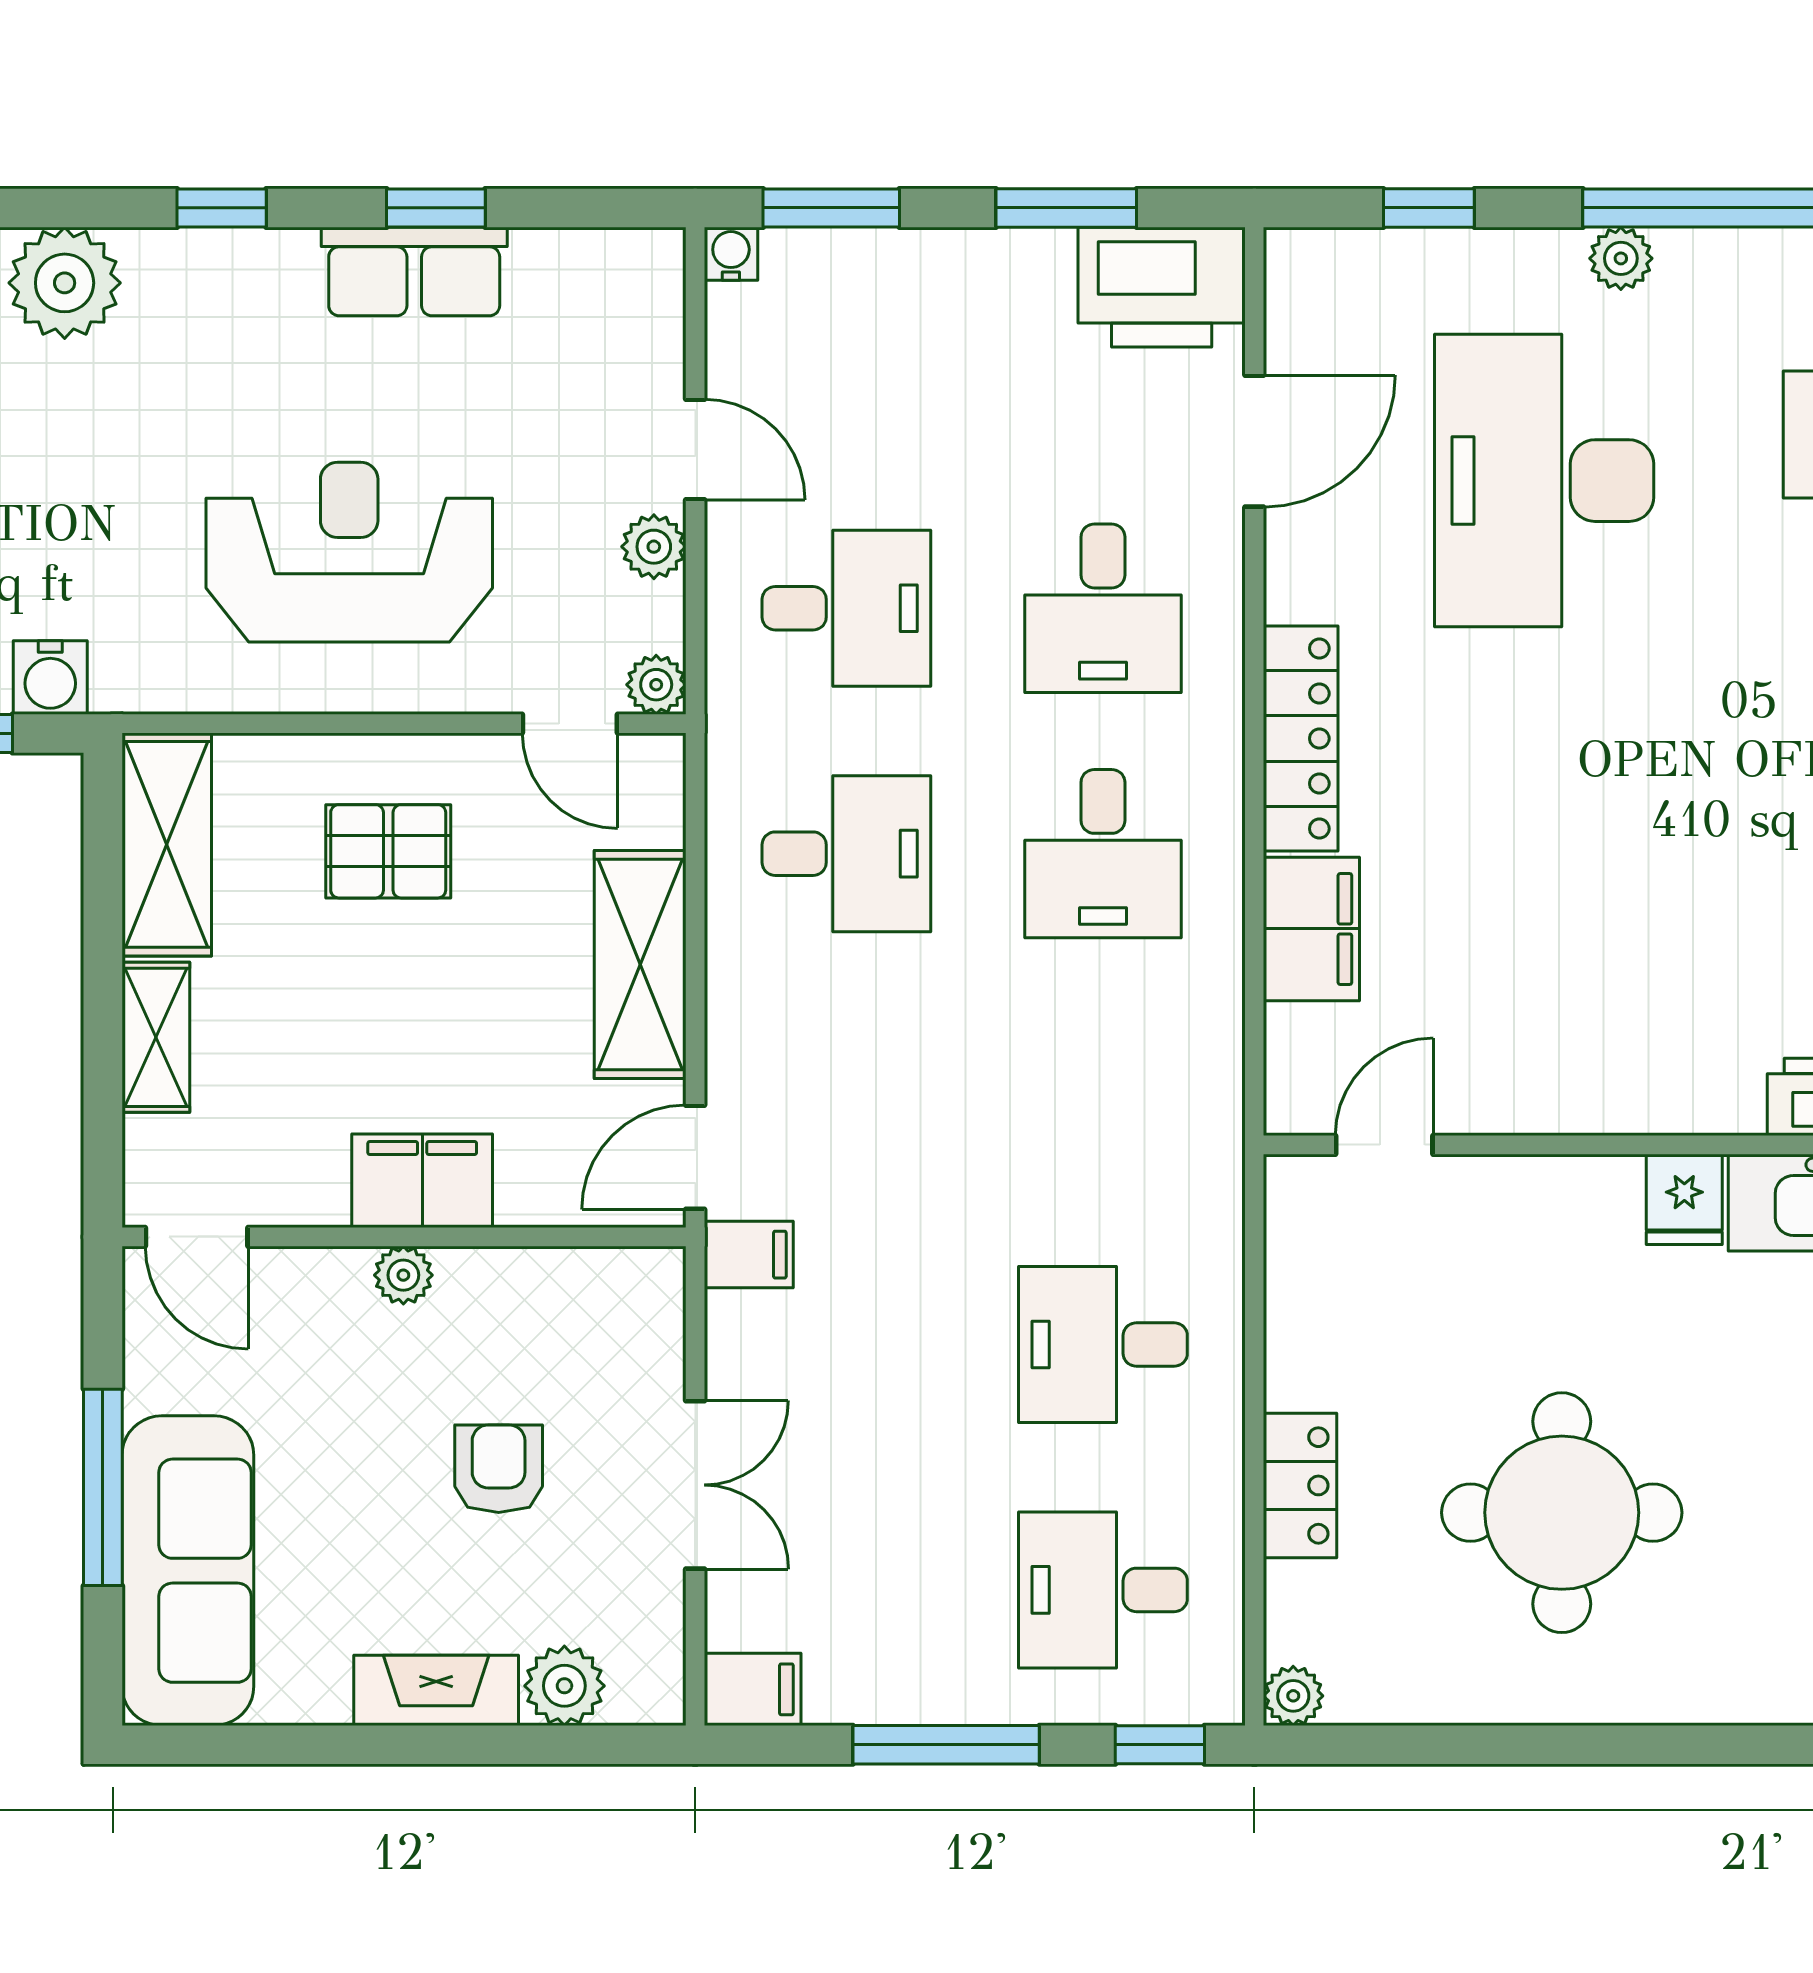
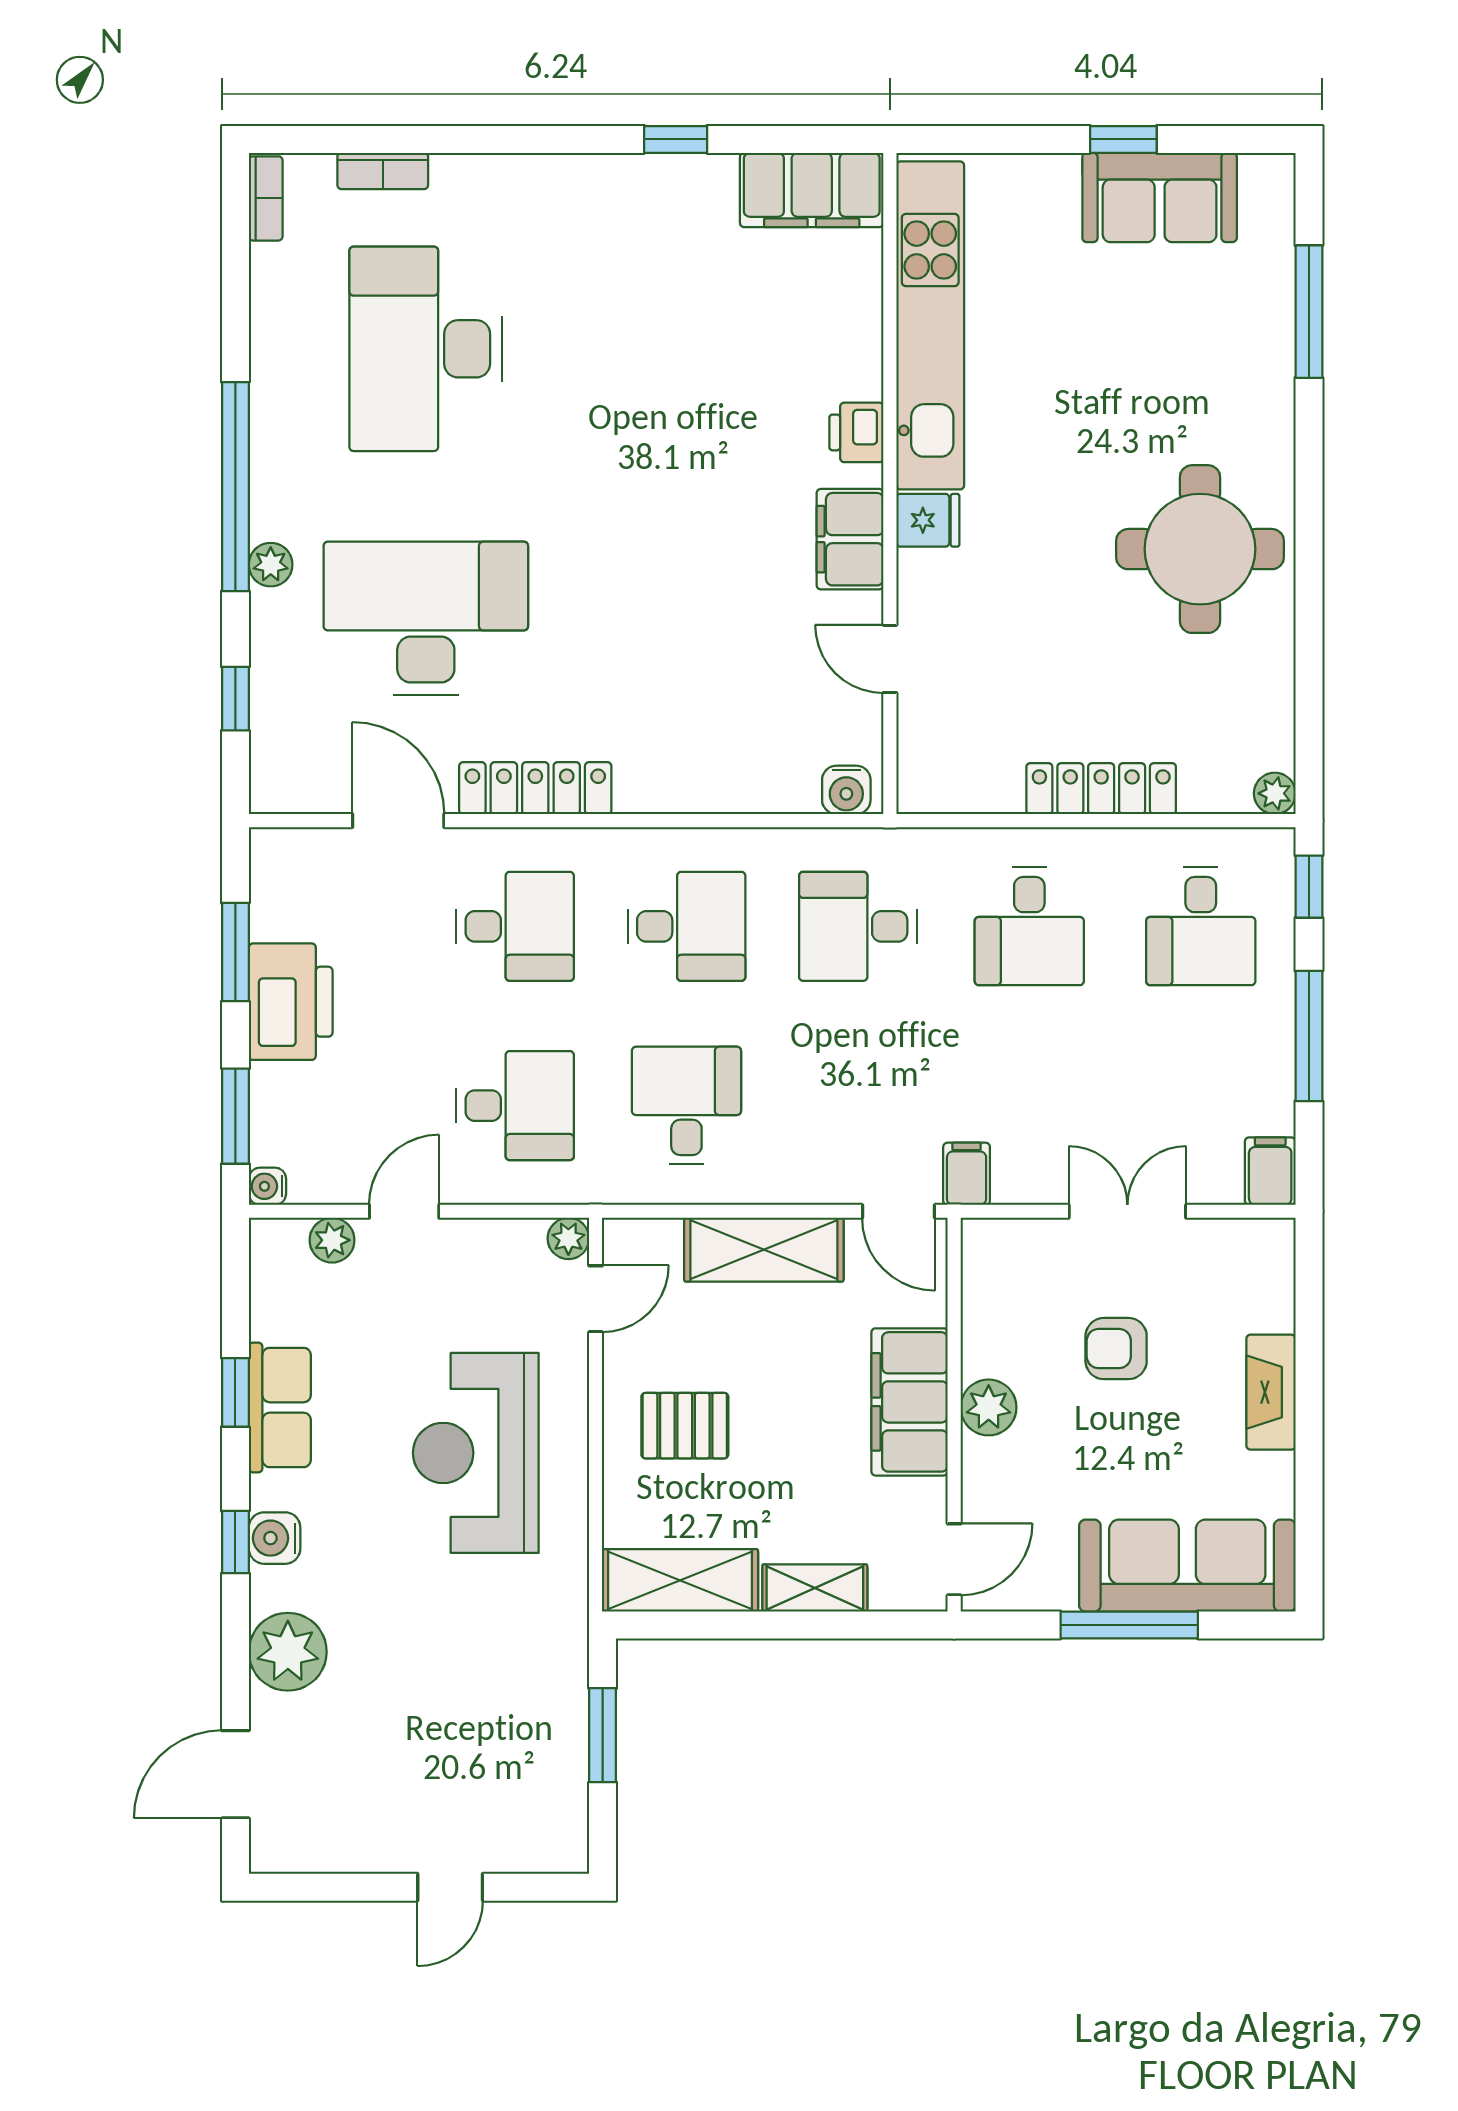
printer: (1162, 287) -> (291, 1002), moved
desk: (1544, 481) -> (426, 618), turned 180
plant: (654, 547) -> (332, 1240), moved
desk: (846, 608) -> (515, 1106), turned 90
water cooler: (50, 677) -> (275, 1538), moved, turned 180
locker: (1301, 739) -> (535, 788), moved
pallet: (388, 851) -> (685, 1426), turned 90
filing cabinet: (1311, 929) -> (850, 539), moved, turned -90
water cooler: (1298, 1083) -> (846, 790), added
desk: (1103, 1099) -> (858, 926), added
door: (1384, 1145) -> (890, 659), moved
filing cabinet: (422, 1181) -> (910, 1402), width x1.50, depth x1.17
plant: (403, 1275) -> (989, 1407), width x1.38, depth x1.38
locker: (1300, 1485) -> (1101, 789), width x1.53
round table: (1562, 1513) -> (1200, 549), moved
plant: (564, 1686) -> (1268, 1303), removed

